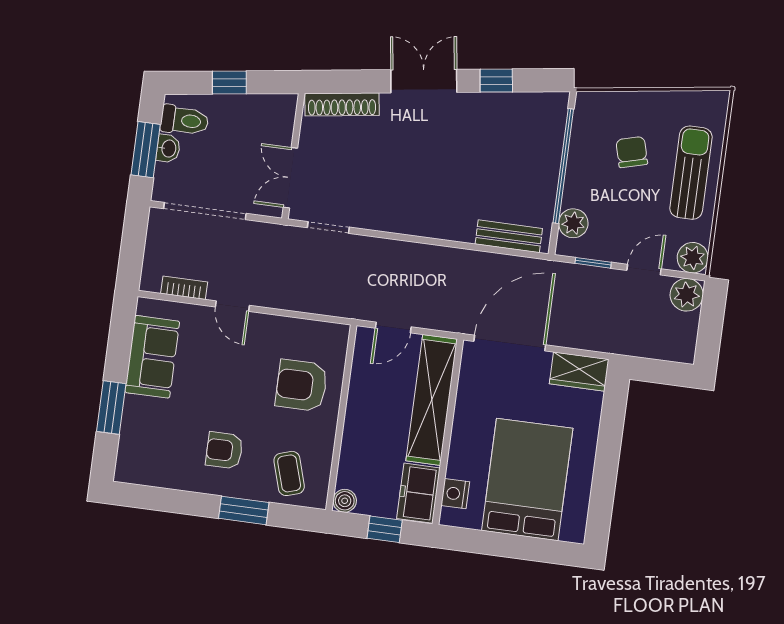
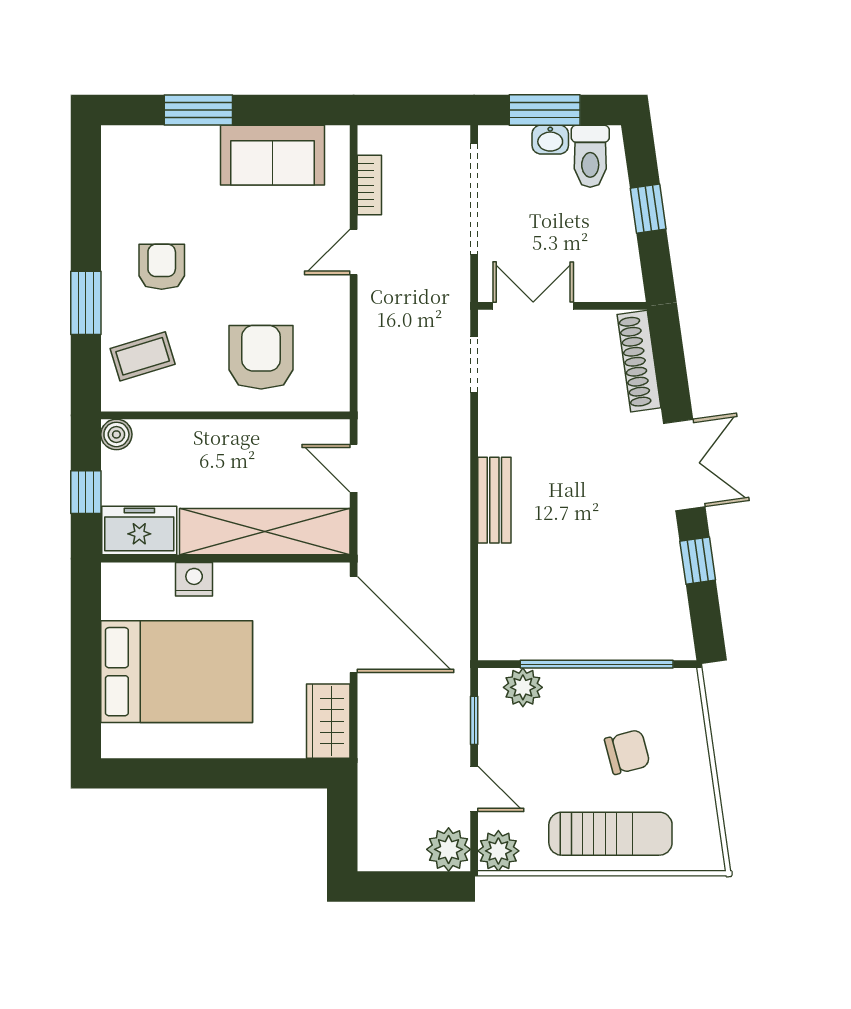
bench: (509, 236) -> (494, 500), moved
nightstand: (455, 494) -> (194, 579), moved

